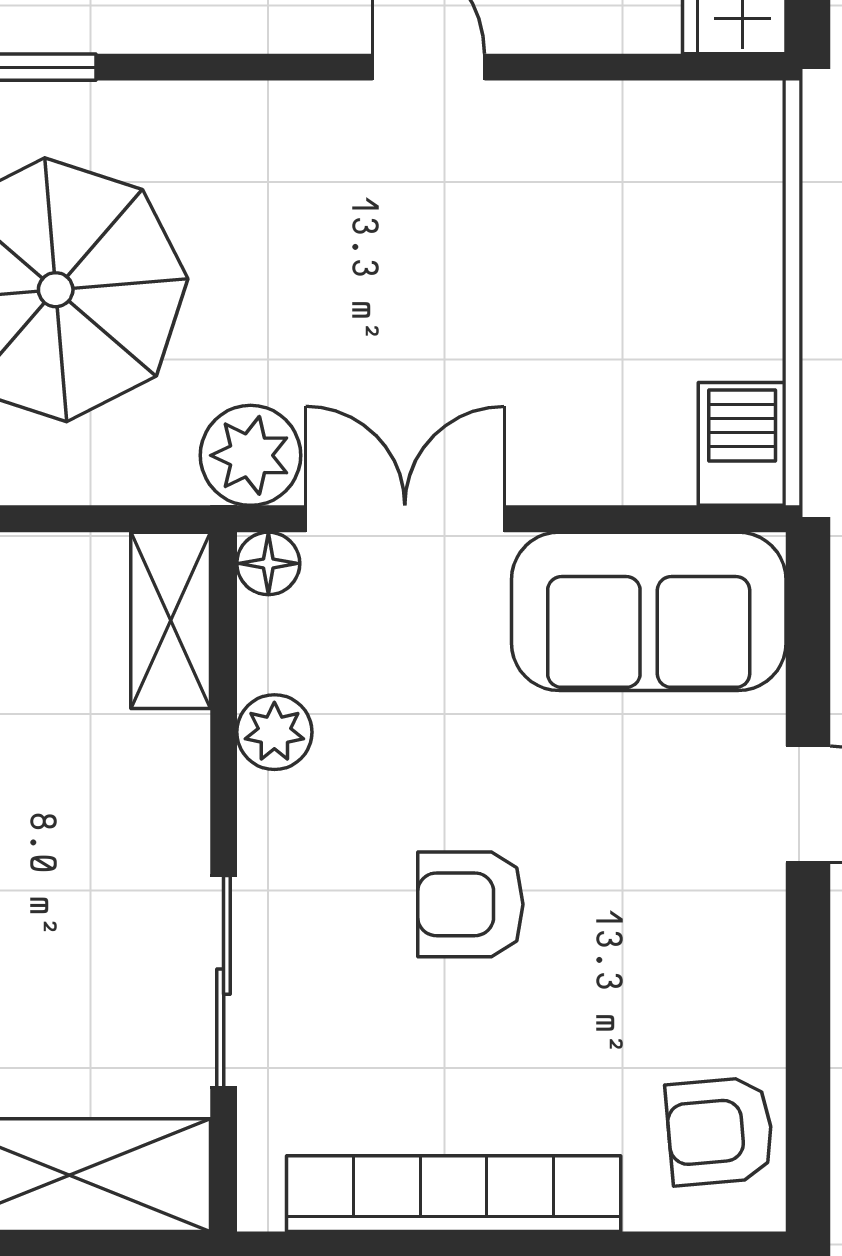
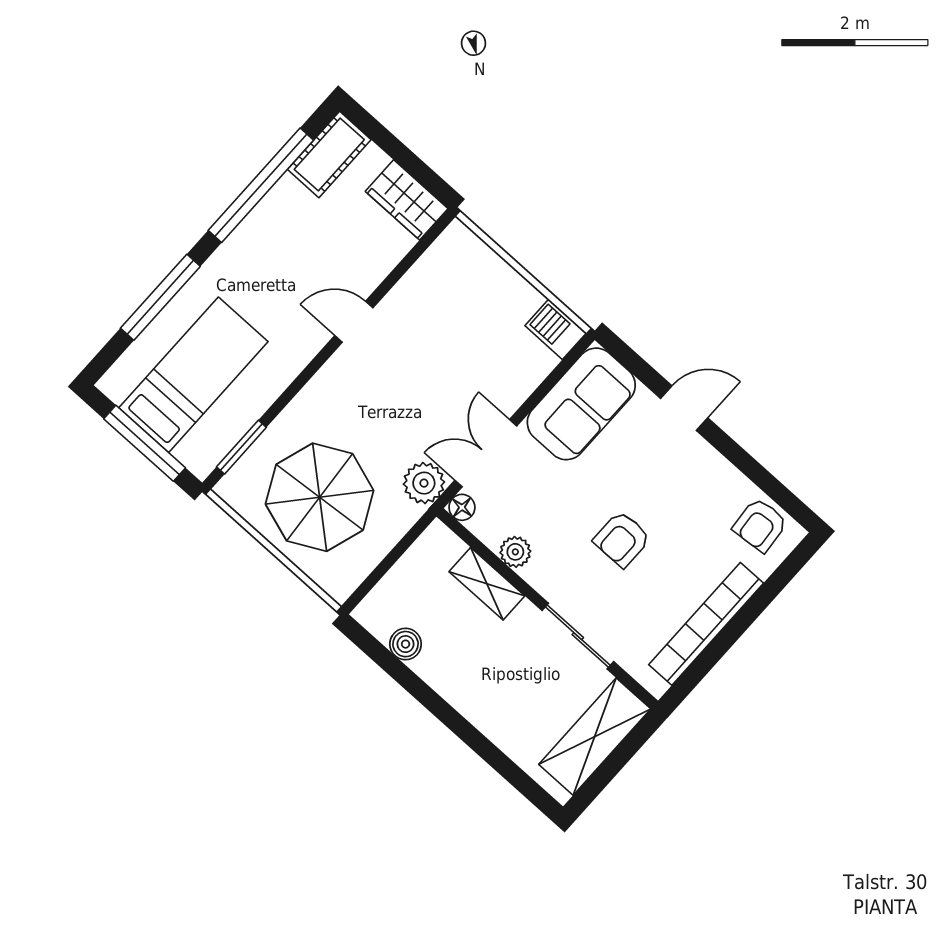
shelving: (171, 620) -> (487, 584), moved

